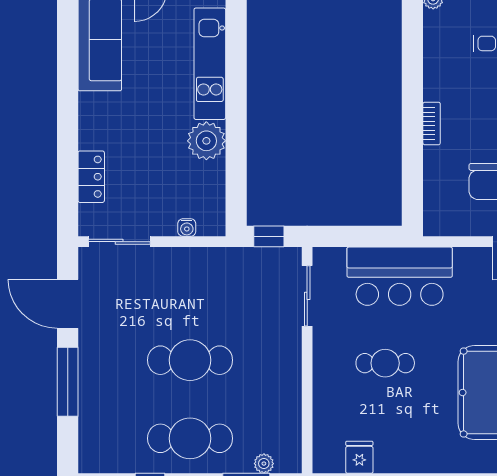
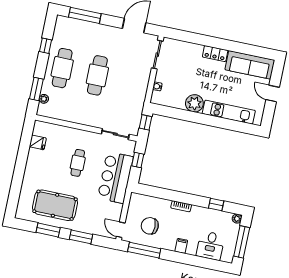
window: (412, 50) -> (216, 205), added
locker: (91, 177) -> (215, 54), moved
window: (353, 236) -> (138, 160), added
window: (68, 382) -> (85, 15), moved

